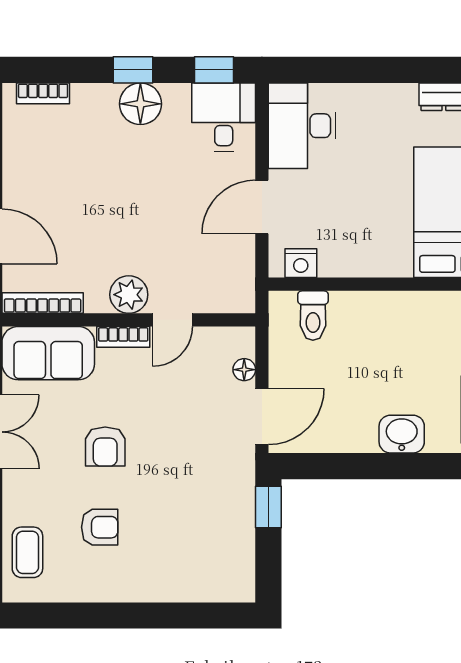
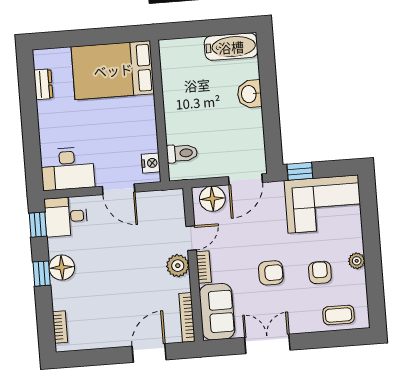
door: (172, 320) -> (191, 238), hinge flipped
floor lamp: (244, 370) -> (212, 199), width x1.89, depth x1.89
door: (262, 417) -> (245, 179), swing flipped
corner sofa: (212, 541) -> (323, 204), added
plant: (114, 589) -> (357, 261), added

